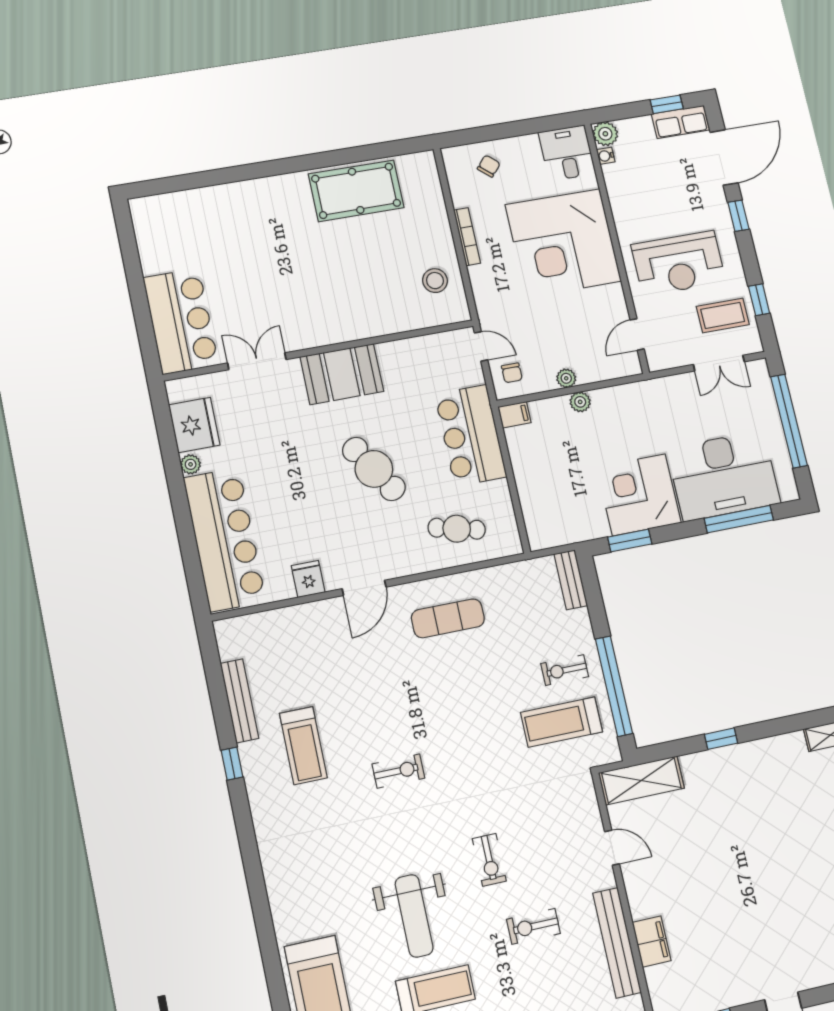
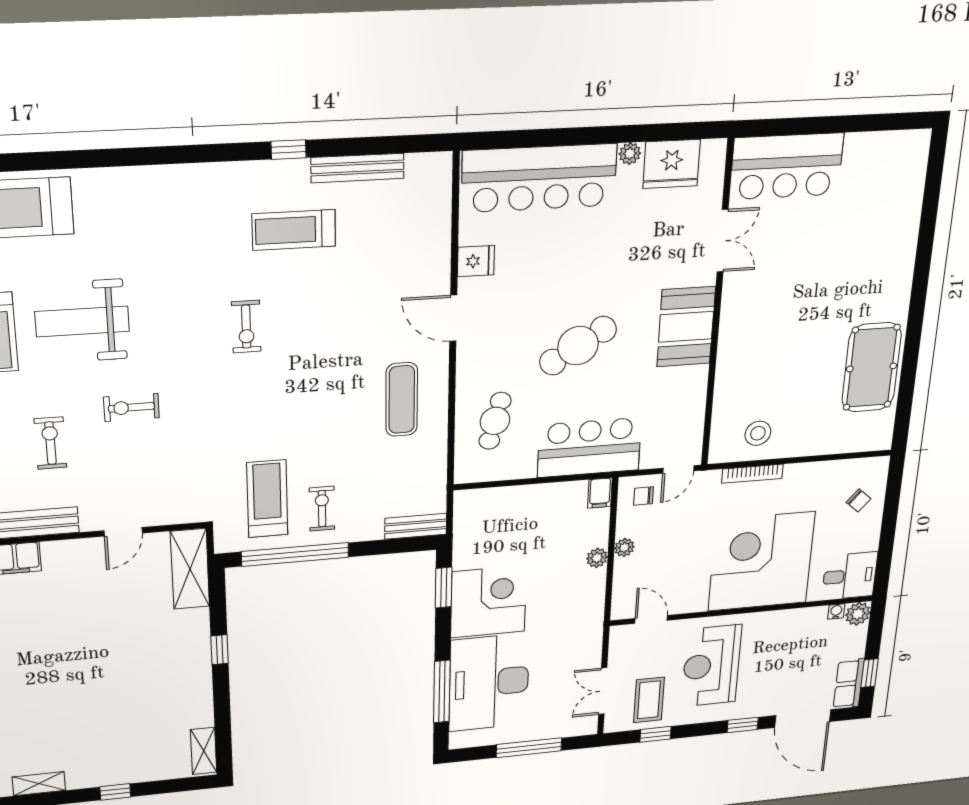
bookcase: (467, 237) -> (752, 474), moved
window: (789, 421) -> (529, 748), width x0.68

